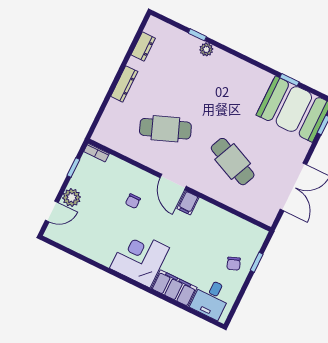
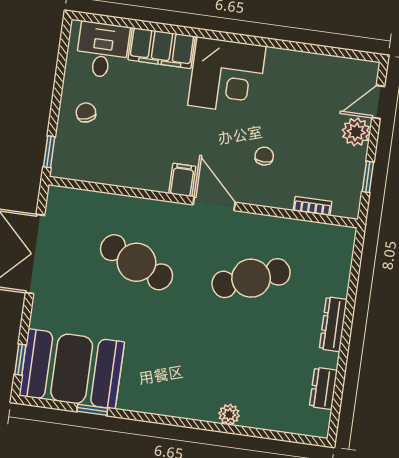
window: (197, 35) -> (249, 432), removed
bookcase: (97, 153) -> (312, 206), moved
window: (257, 262) -> (49, 152), moved

